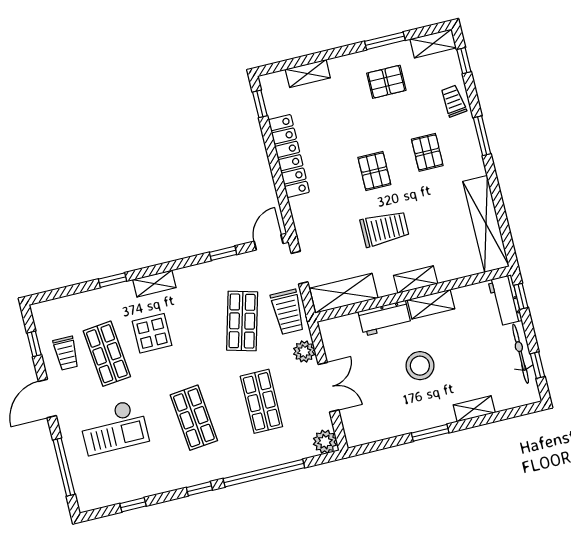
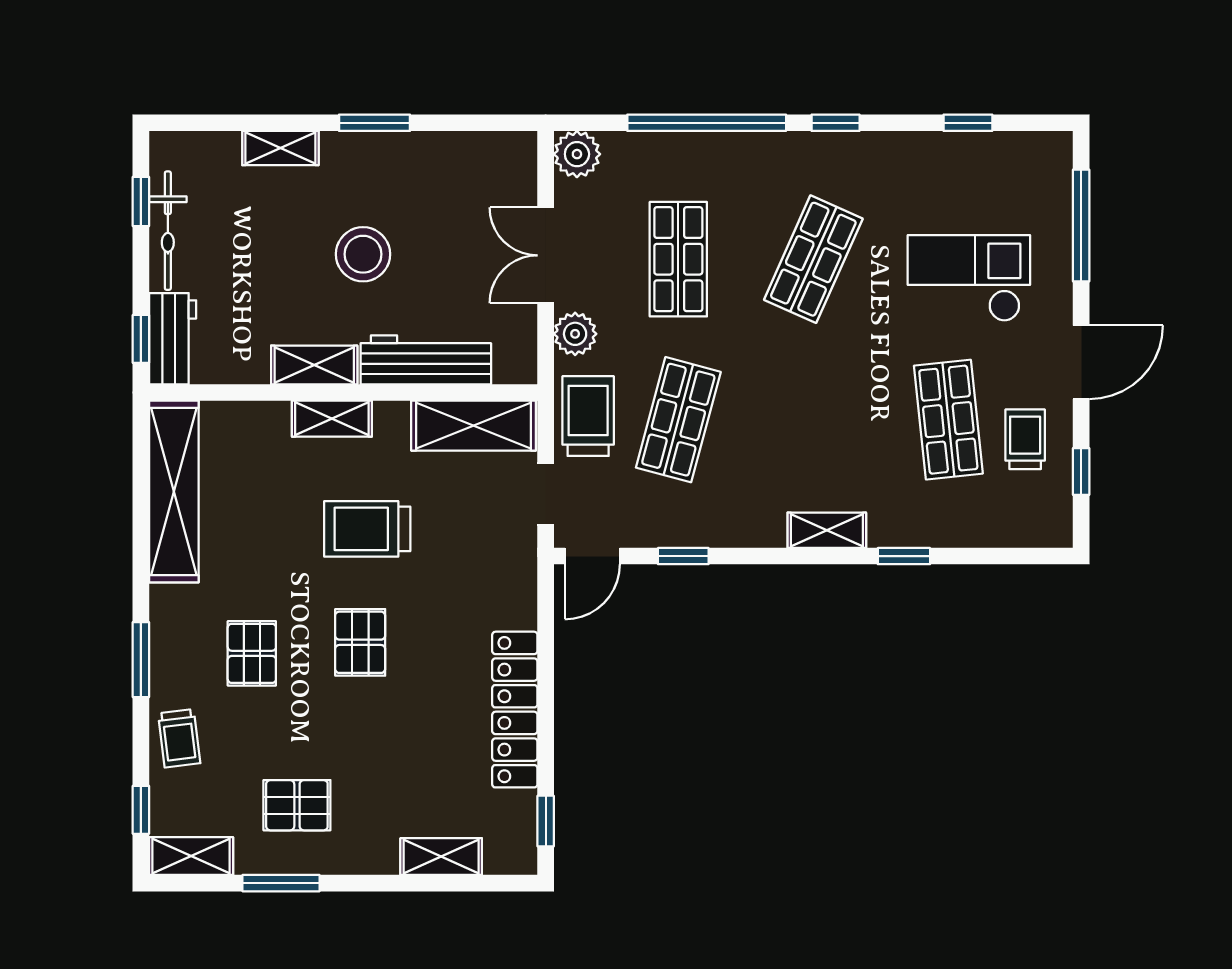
workbench: (385, 318) -> (426, 360), width x1.38
display table: (152, 333) -> (854, 438), removed
shop shelf: (194, 418) -> (813, 259), turned 30

